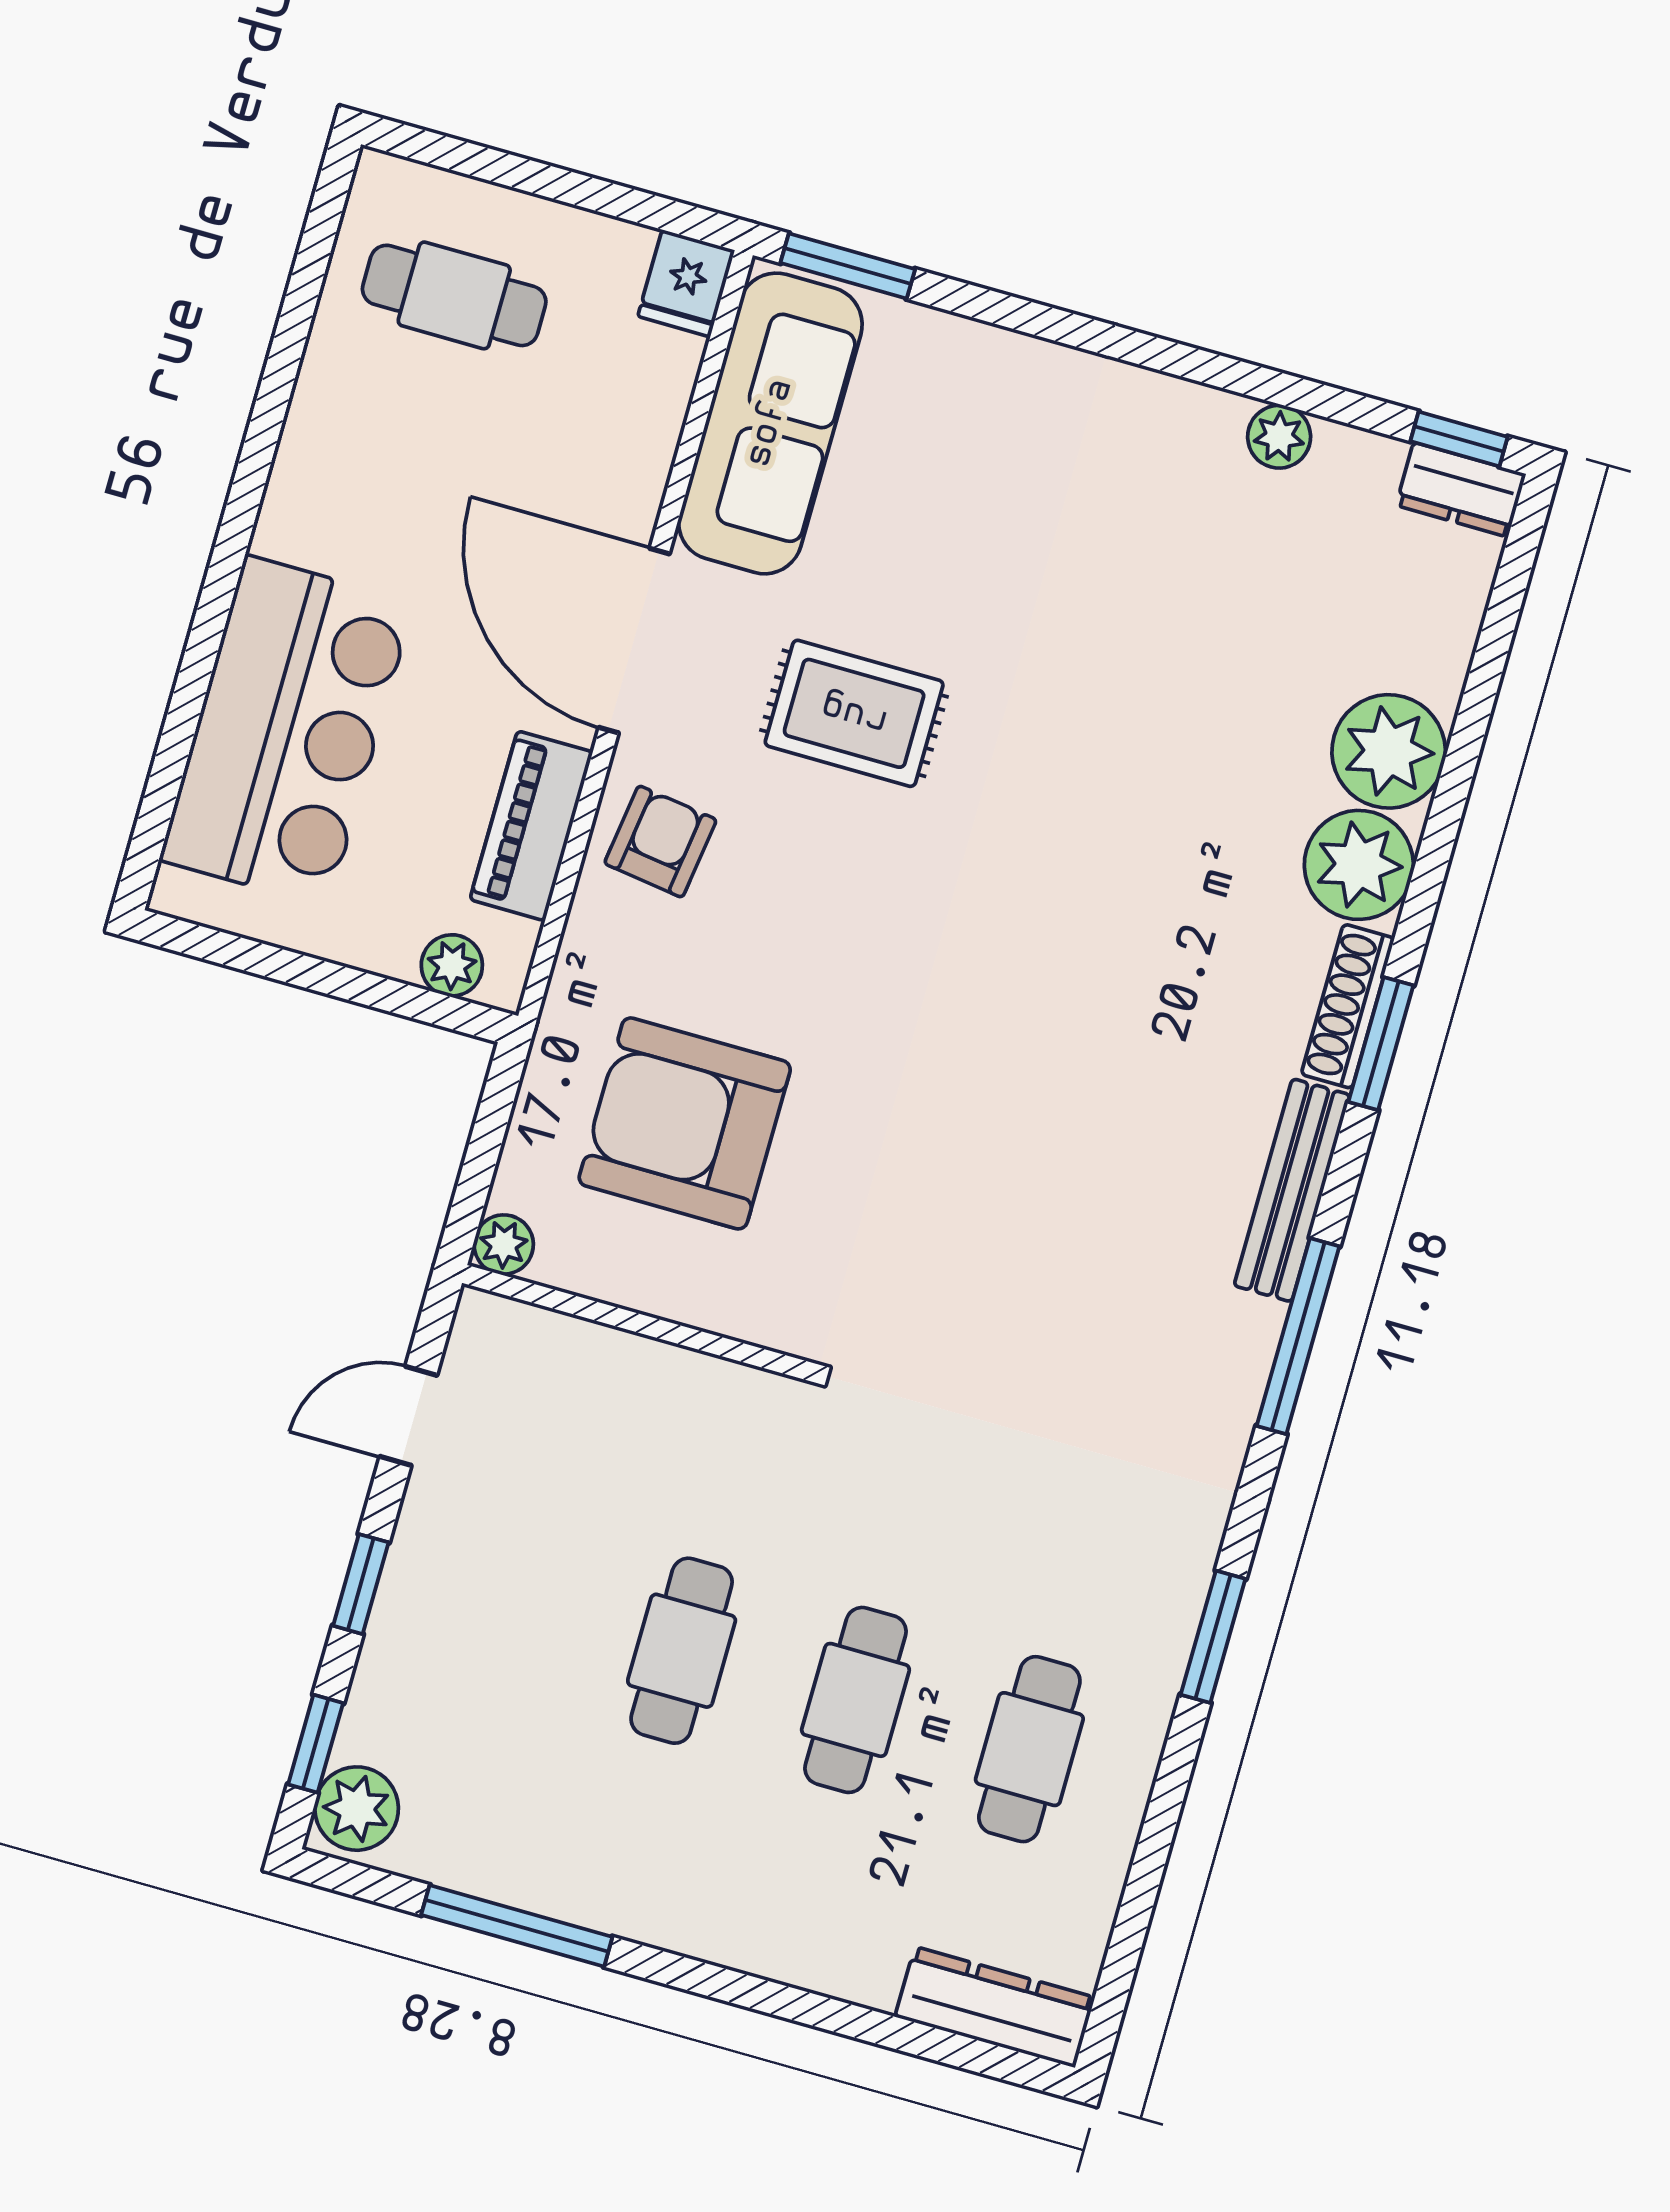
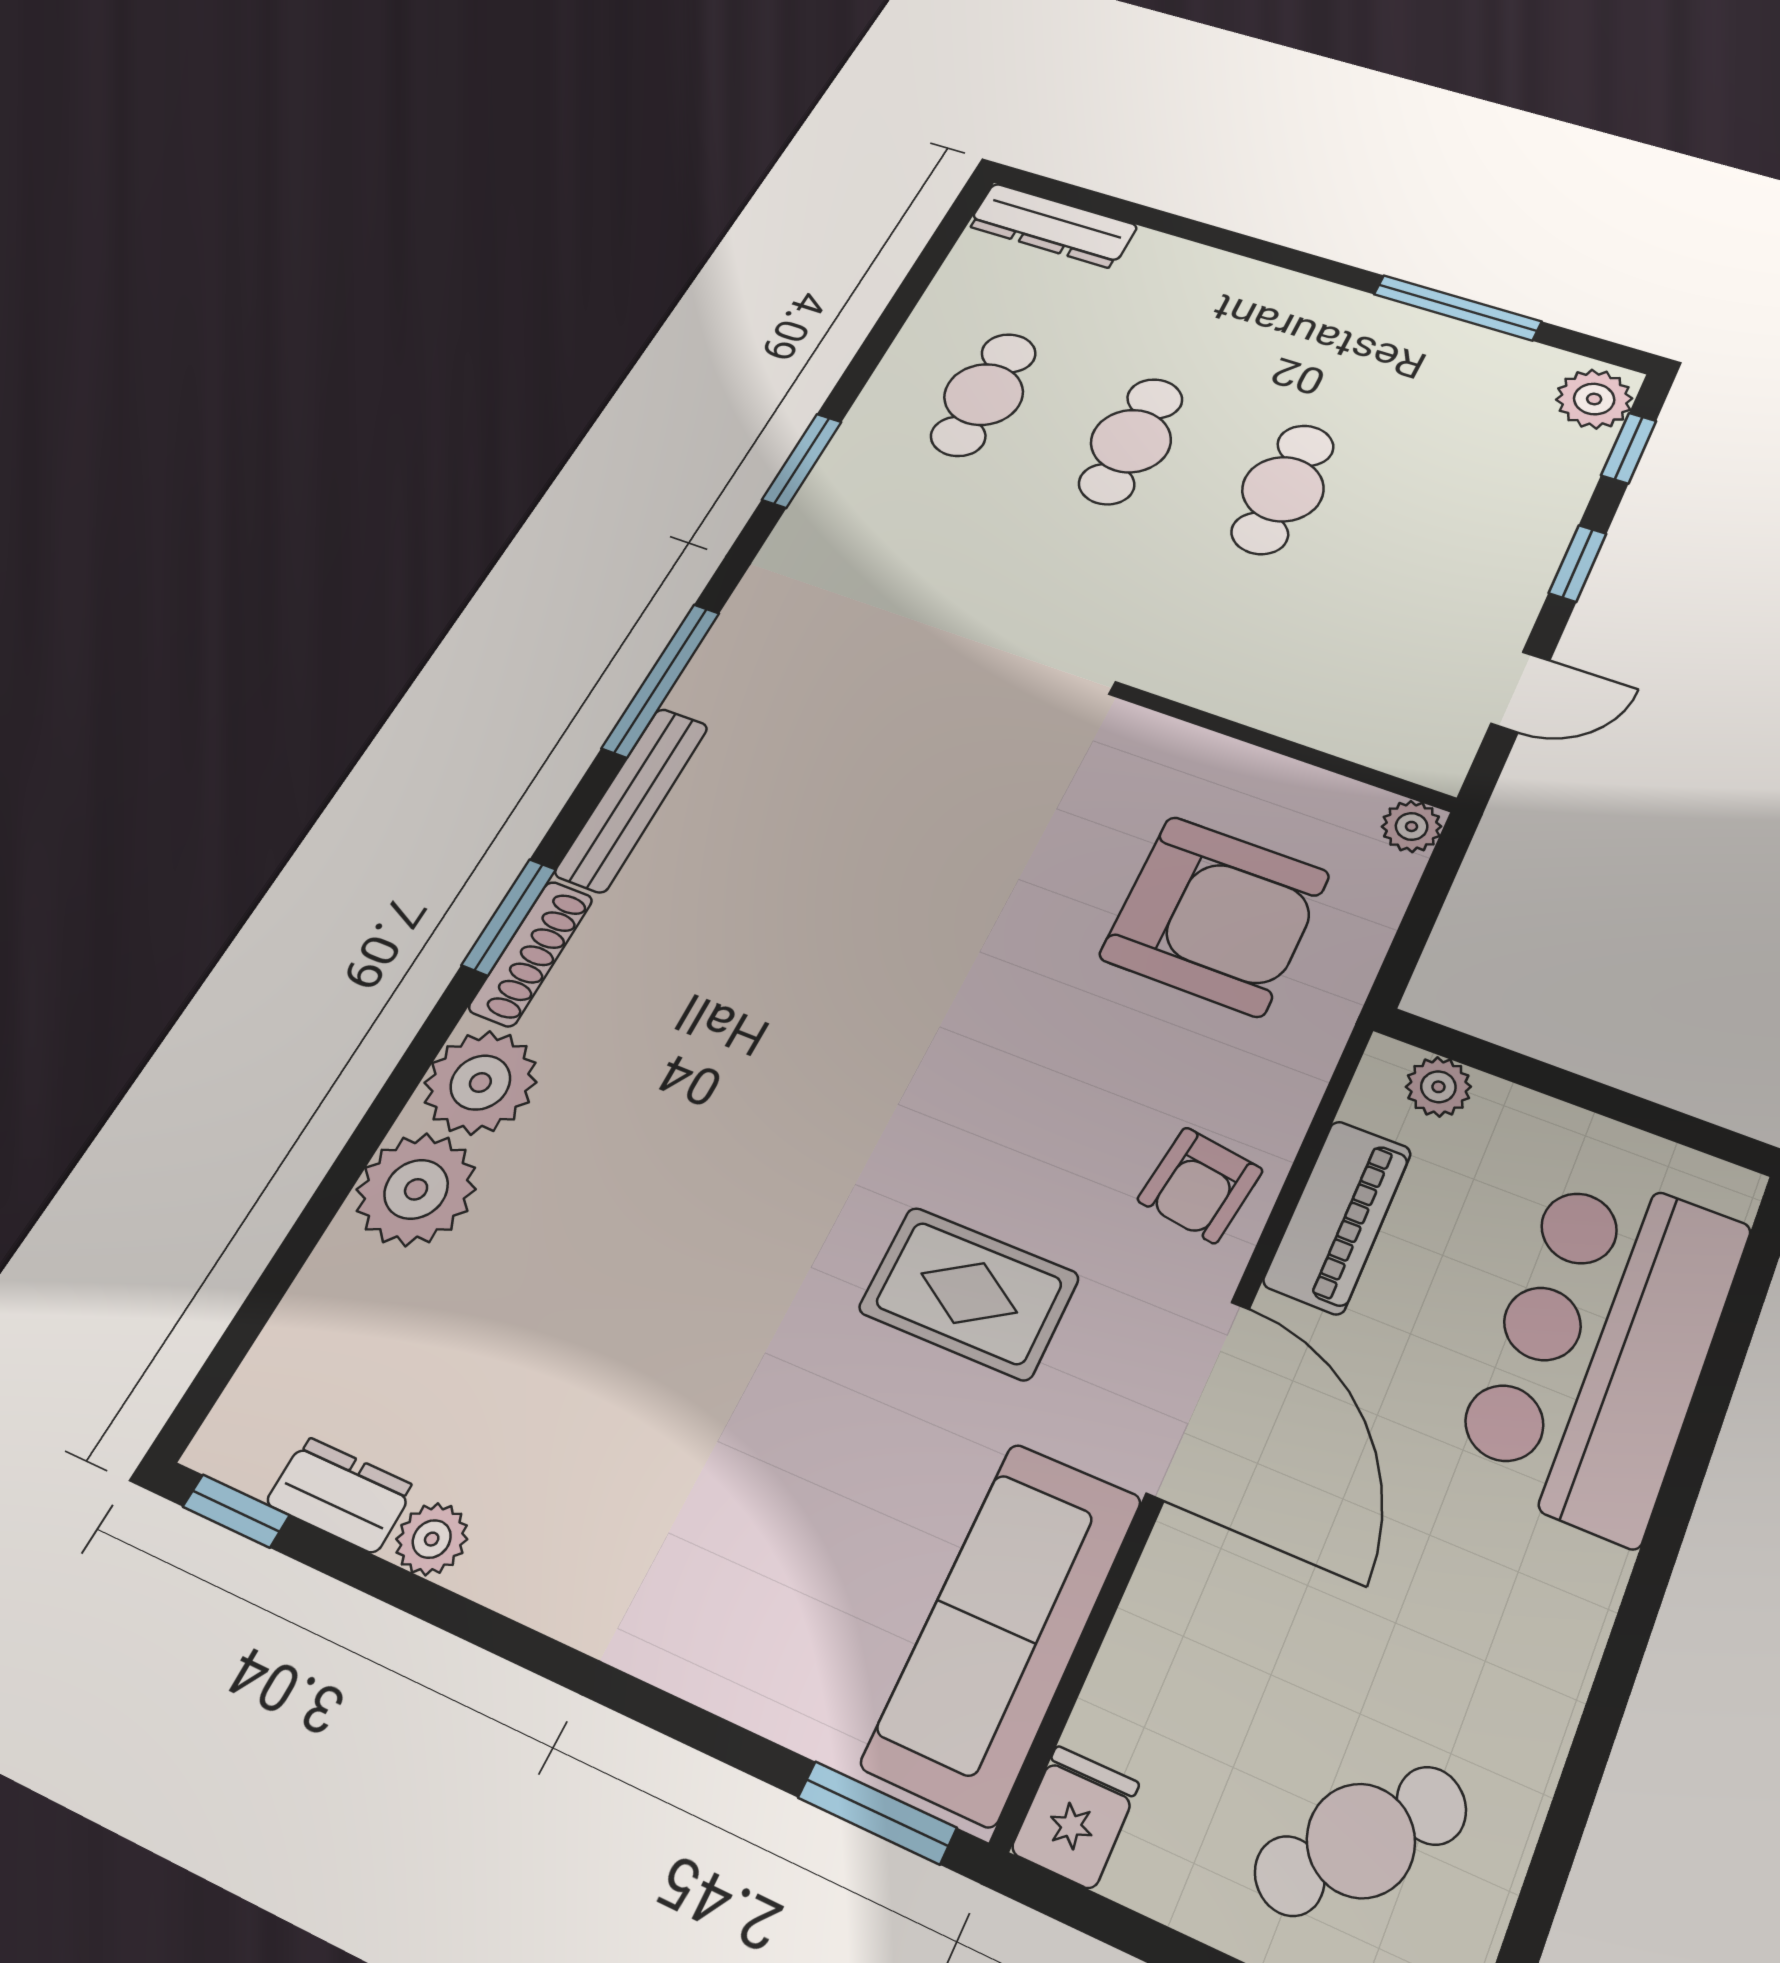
cafe table: (454, 295) -> (1361, 1841), turned -48
dresser: (1461, 490) -> (340, 1495), moved

